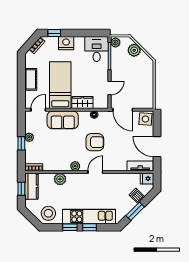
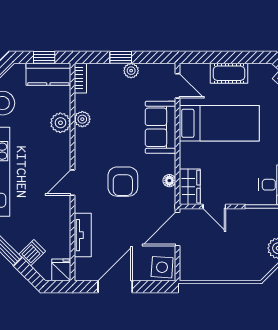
wardrobe: (82, 103) -> (190, 187), moved
plant: (75, 166) -> (82, 119), moved
tv unit: (140, 166) -> (83, 235), moved
door: (95, 172) -> (72, 183), swing flipped

